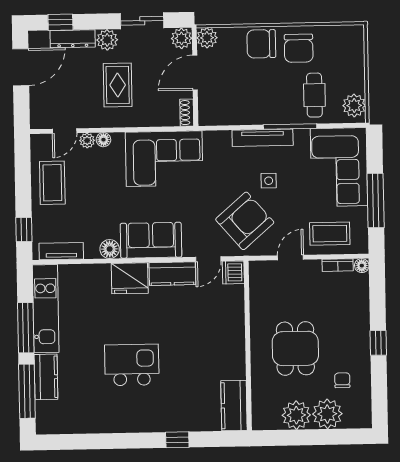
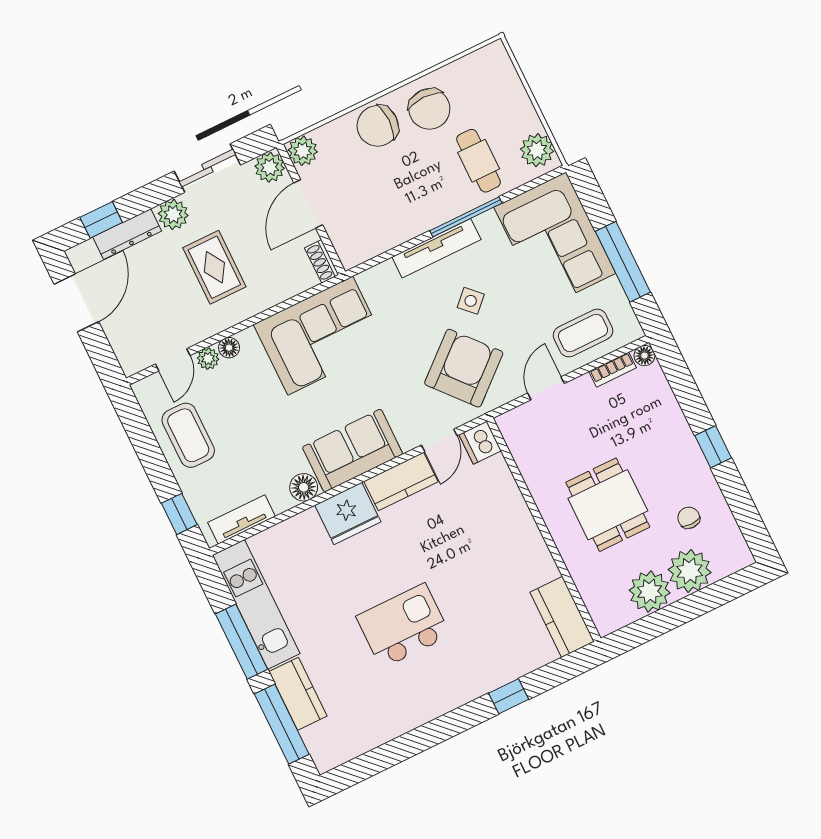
side table: (269, 181) -> (471, 301), turned 45

